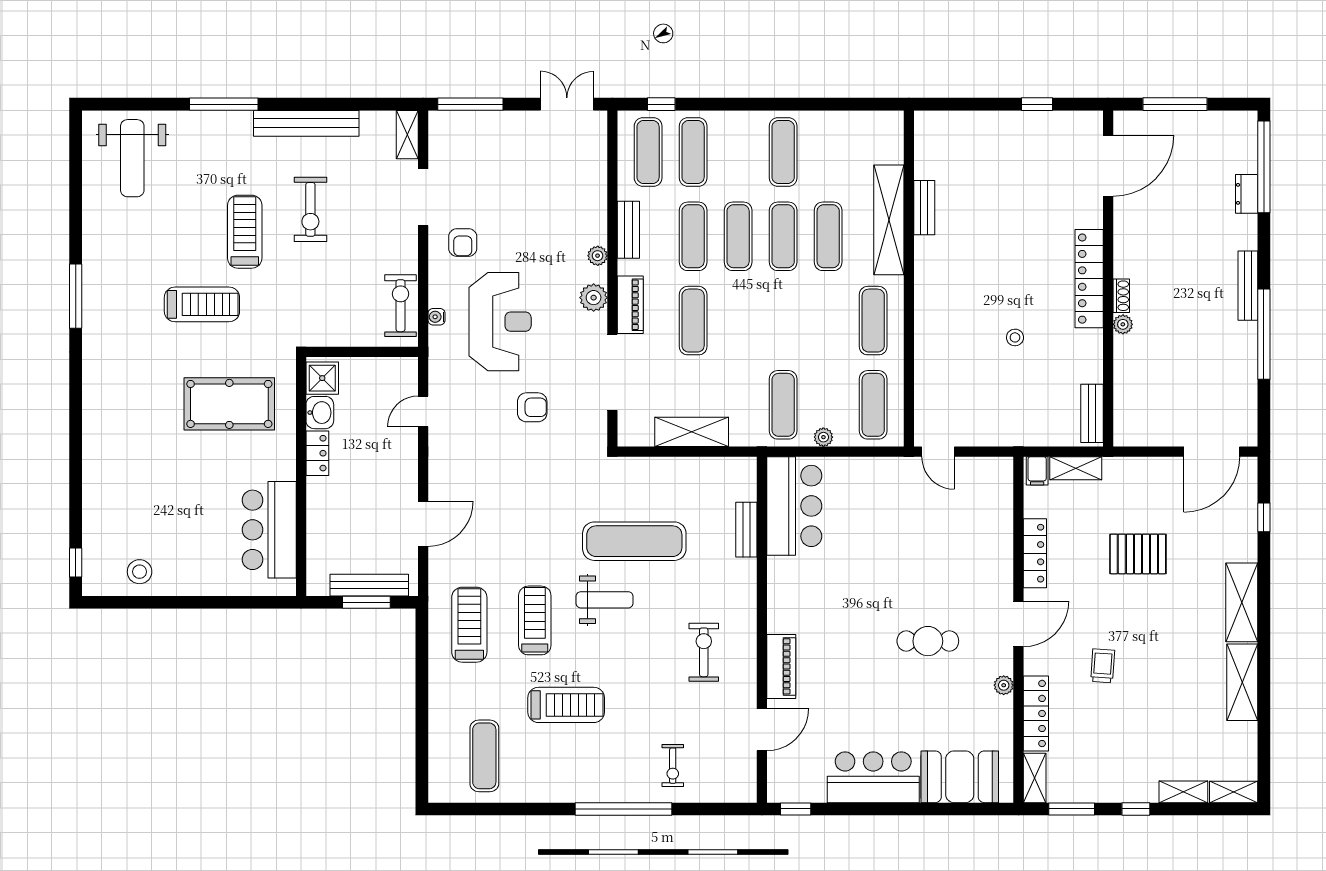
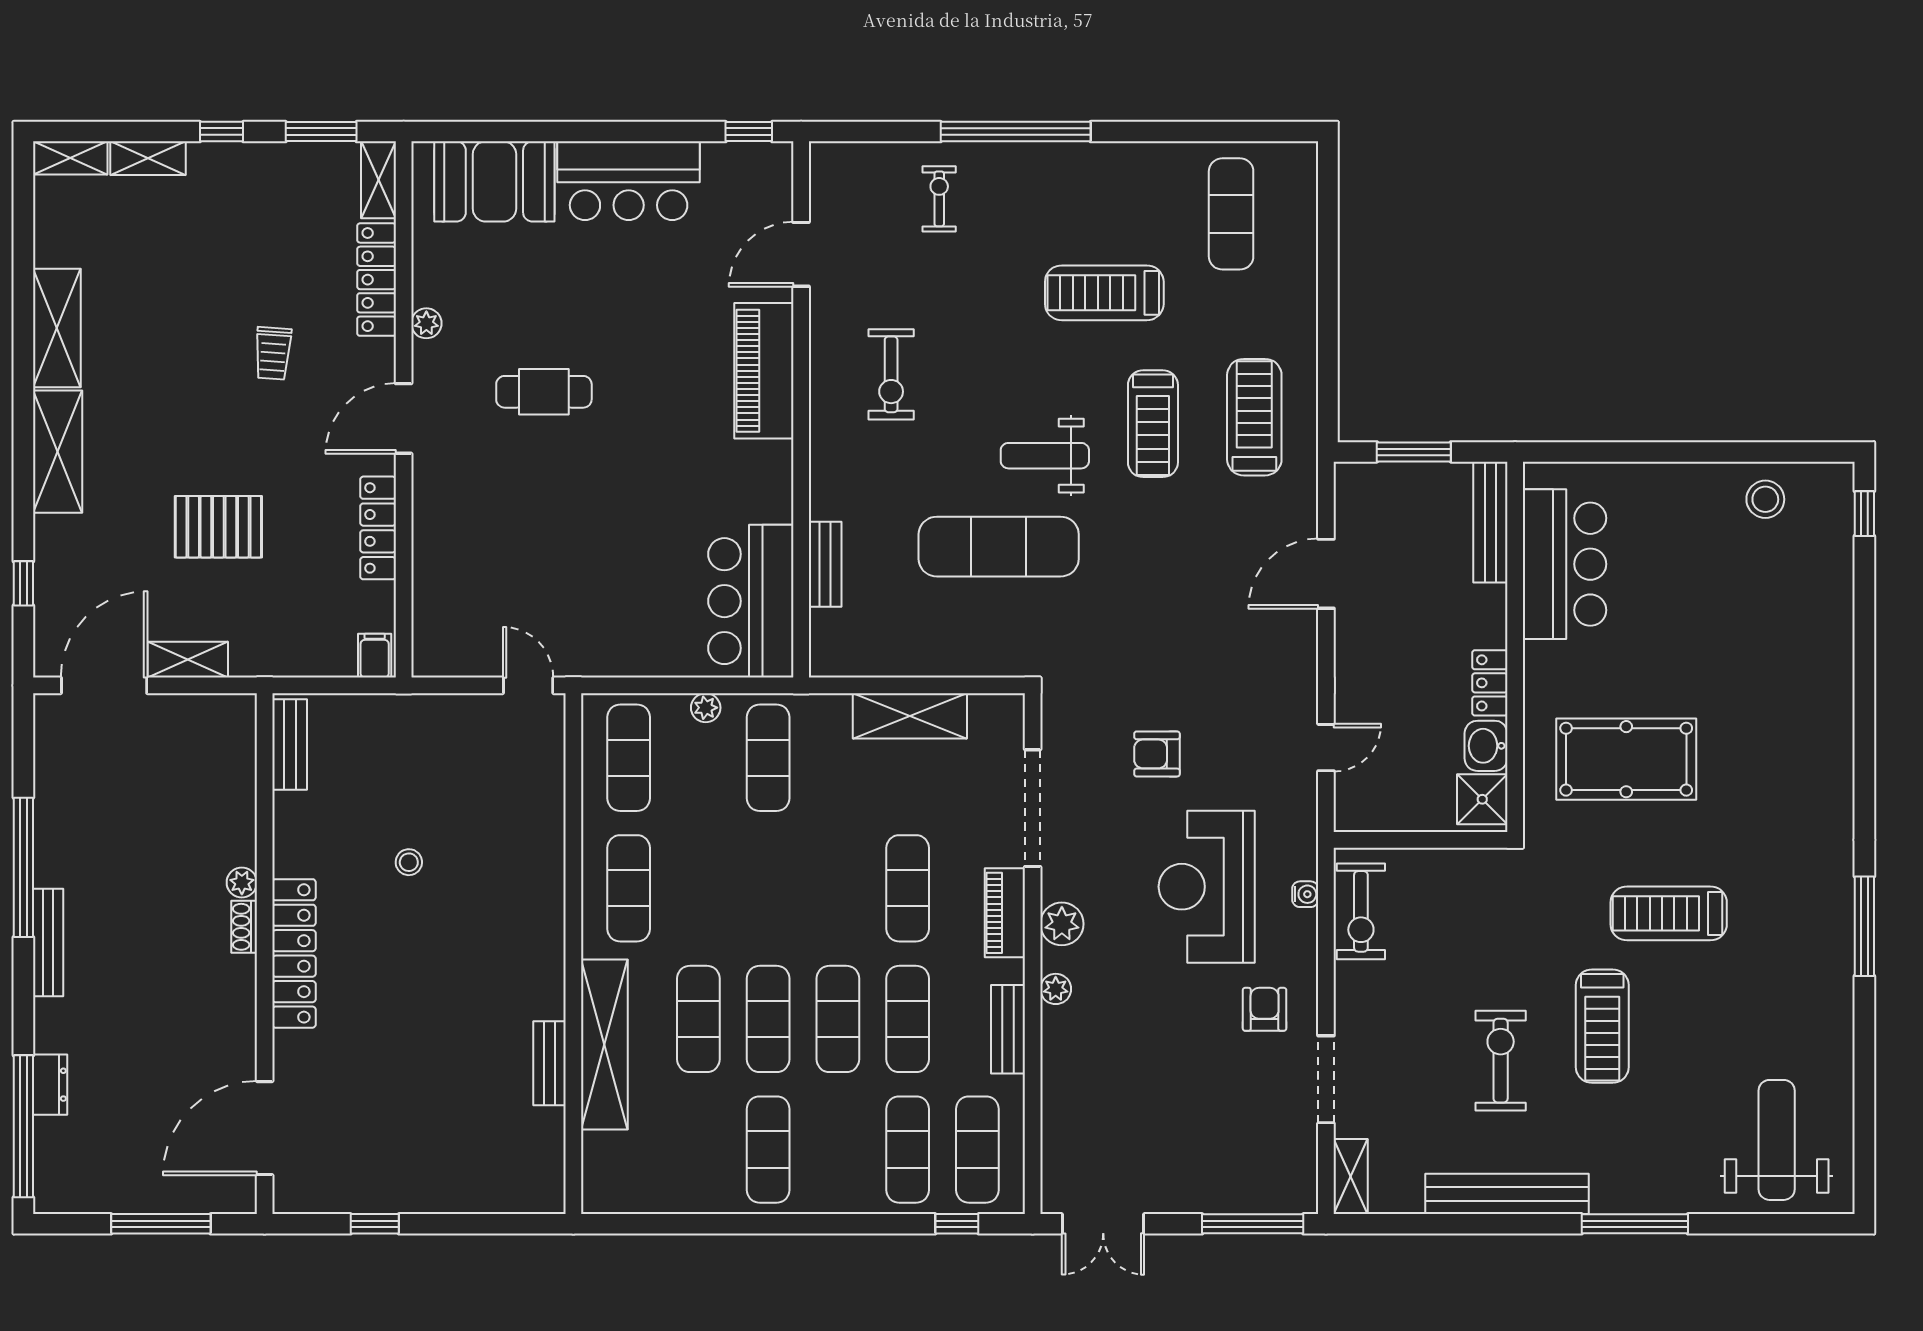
shelving: (1076, 468) -> (188, 660), moved
bench: (369, 585) -> (1490, 522), moved, turned 90
treadmill: (469, 625) -> (1254, 417), turned 180
piano: (781, 666) -> (764, 371), width x1.37, depth x1.33

